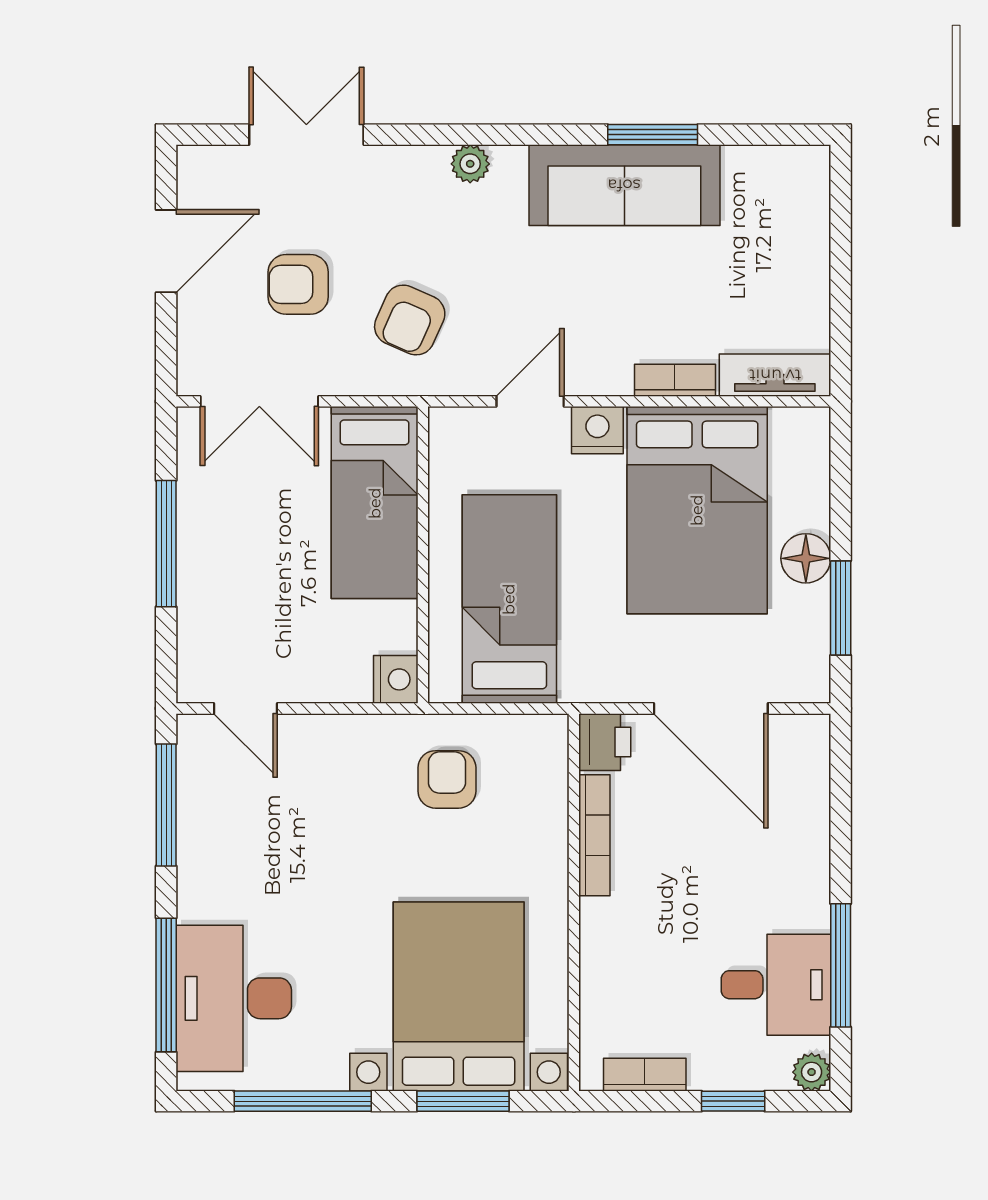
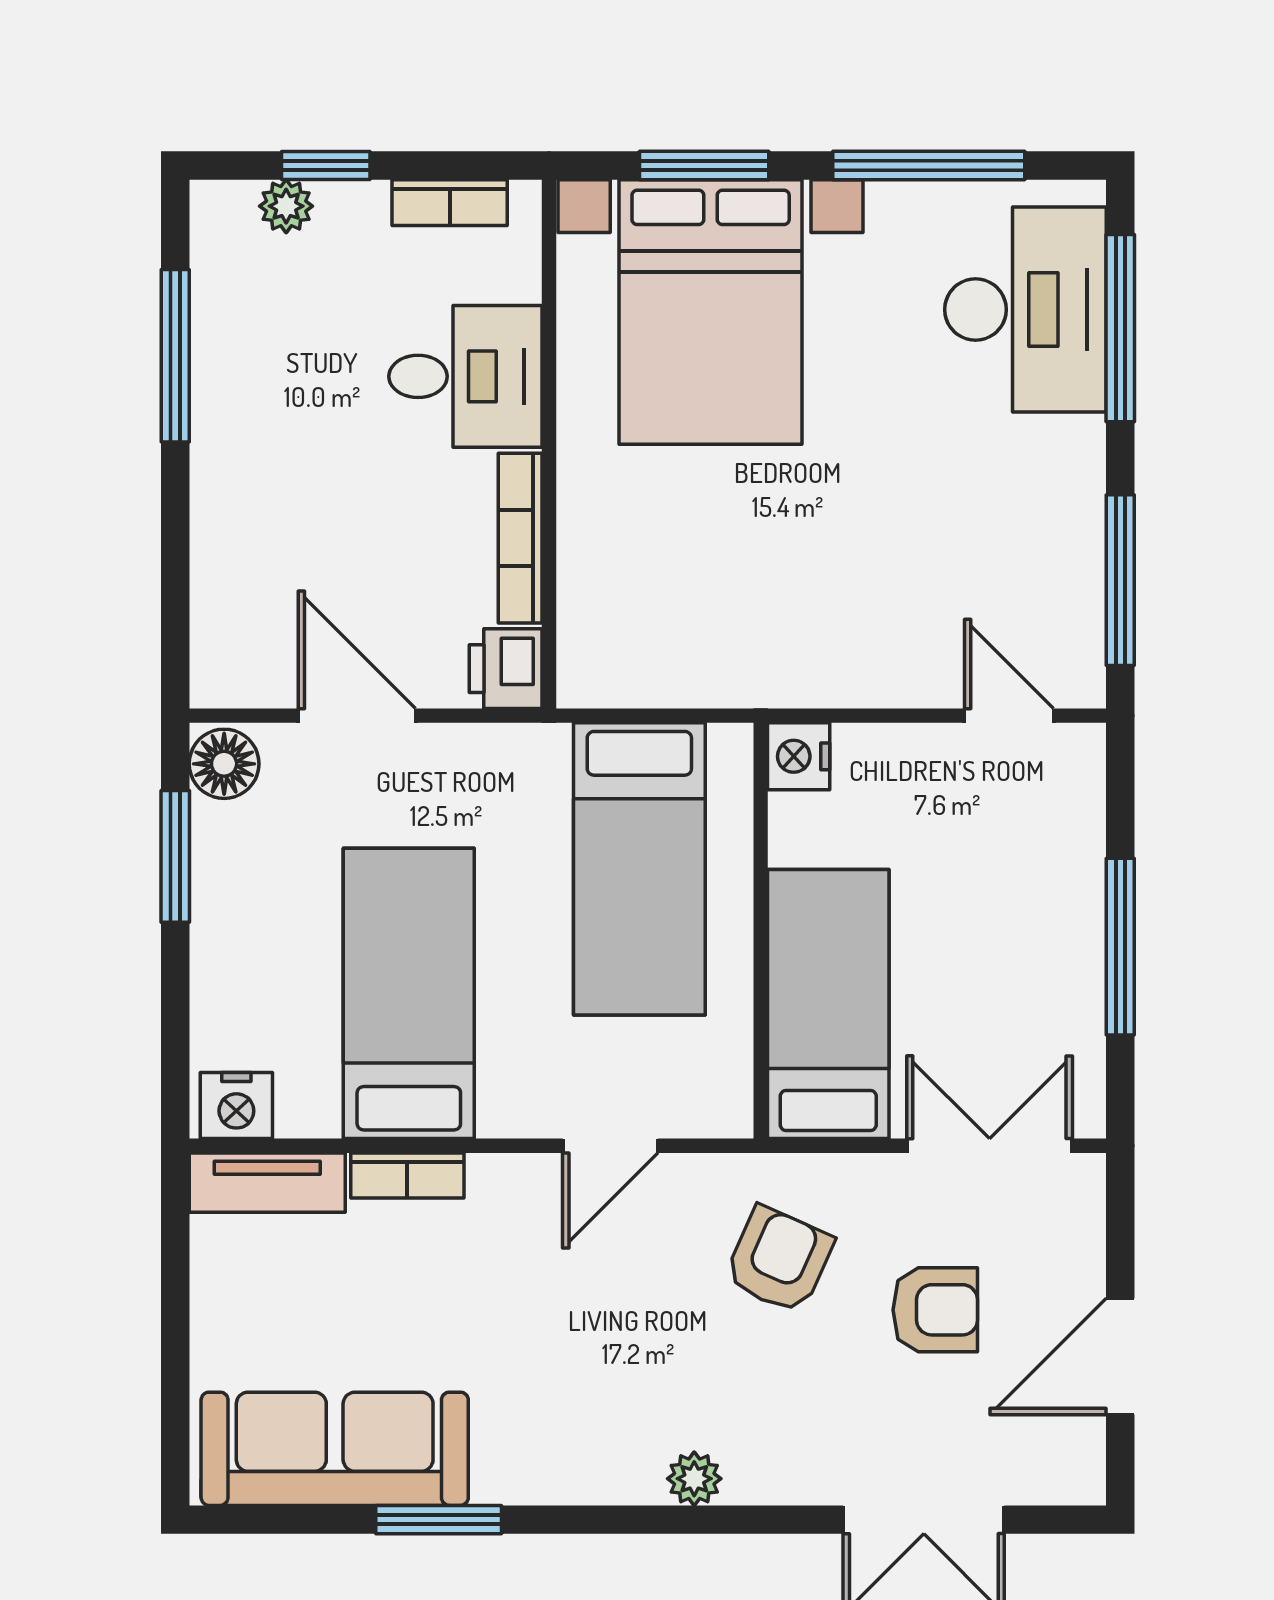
sofa: (624, 185) -> (335, 1449), moved
nightstand: (597, 430) -> (236, 1106), moved
bed: (697, 510) -> (409, 993), width x0.67
floor lamp: (806, 558) -> (224, 764), moved
door: (711, 708) -> (357, 716), width x0.73
armchair: (447, 779) -> (727, 616), removed
desk: (776, 985) -> (465, 376), moved, turned 180
plant: (812, 1072) -> (286, 206), moved

